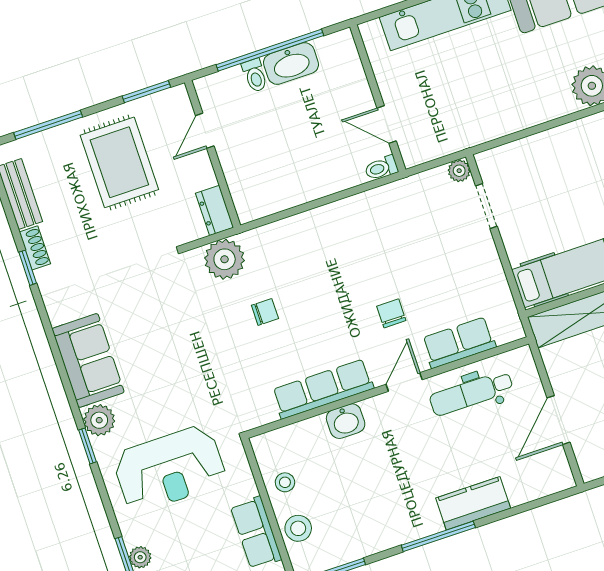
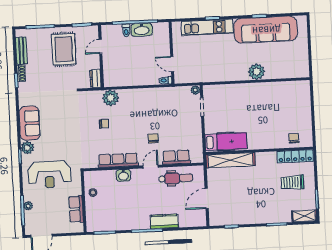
plant: (225, 259) -> (111, 98), moved
dental chair: (471, 393) -> (176, 178), turned 180
stool: (298, 528) -> (93, 212), removed

